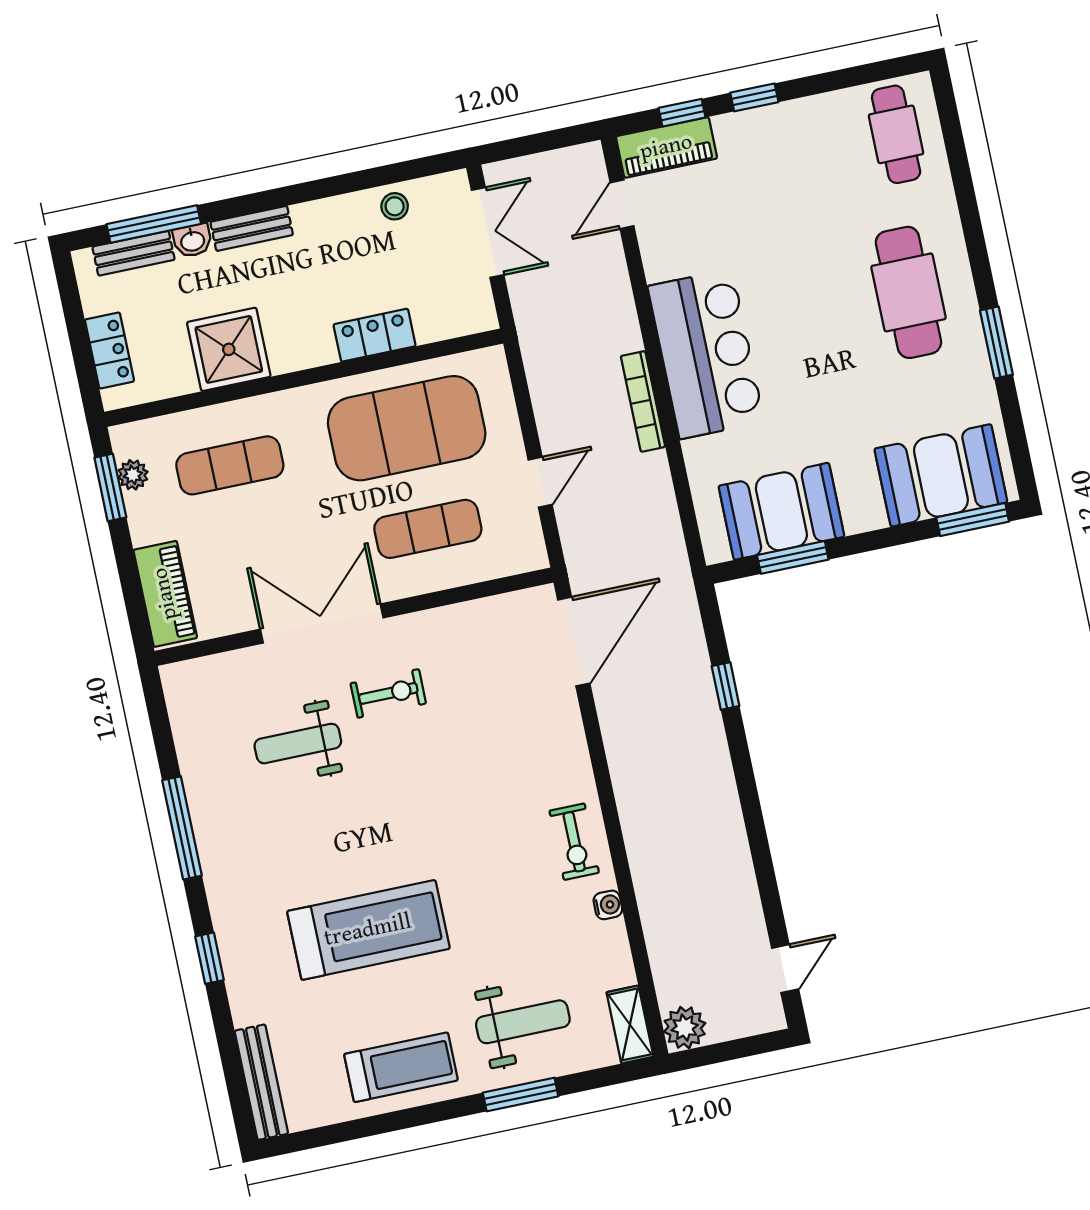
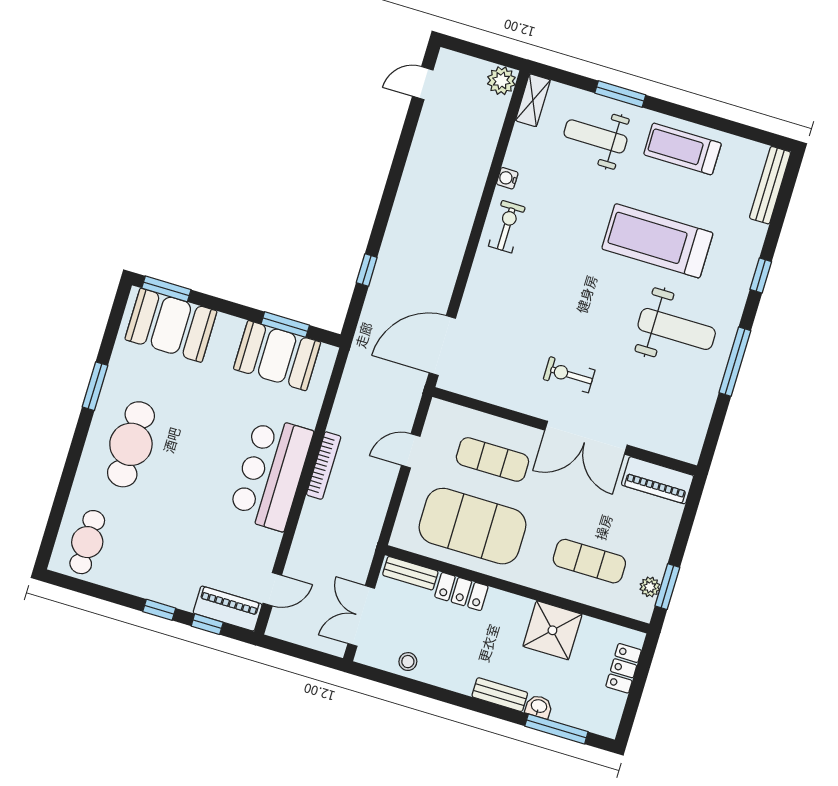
bench: (134, 253) -> (410, 573), moved
piano: (165, 594) -> (657, 480), moved, turned -90
weight bench: (298, 744) -> (677, 329), moved, width x1.36, depth x1.33

